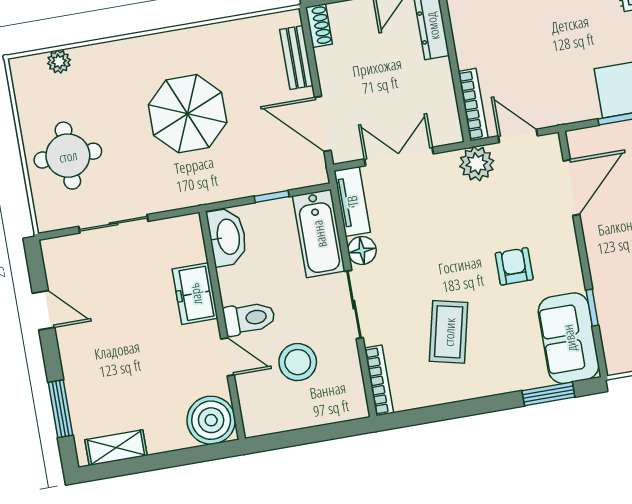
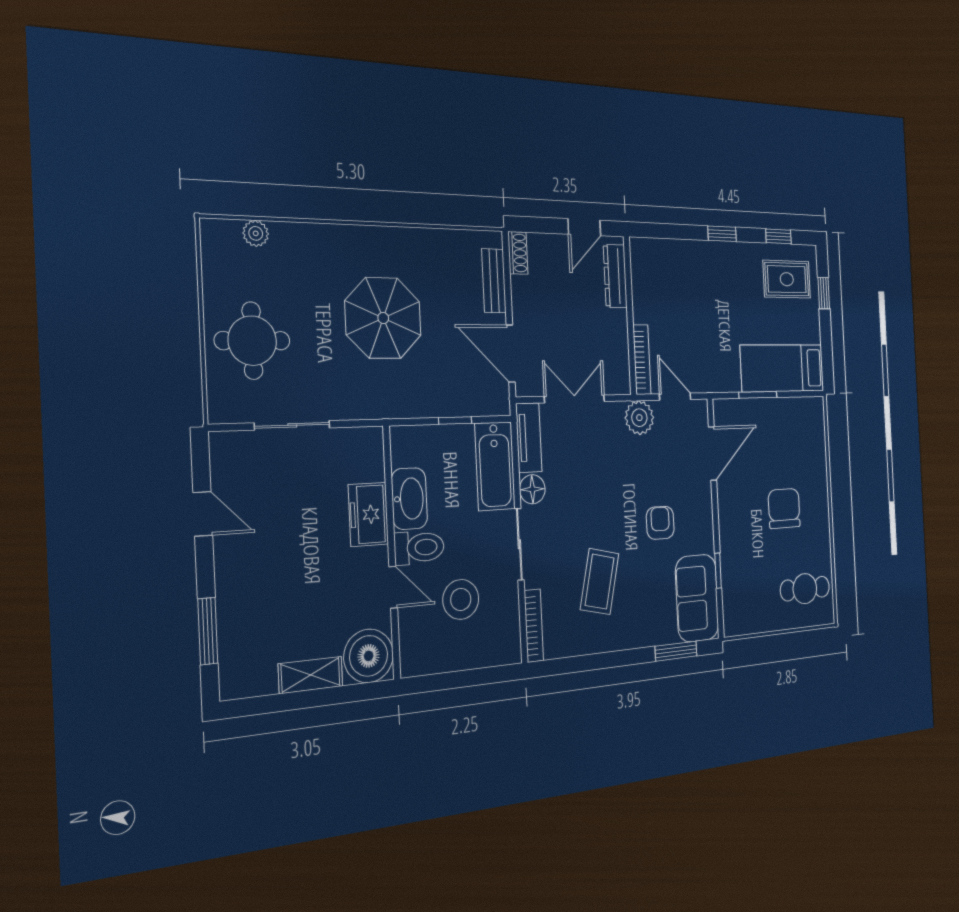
washbasin: (227, 237) -> (409, 499), moved
shelving: (116, 448) -> (311, 675), moved

